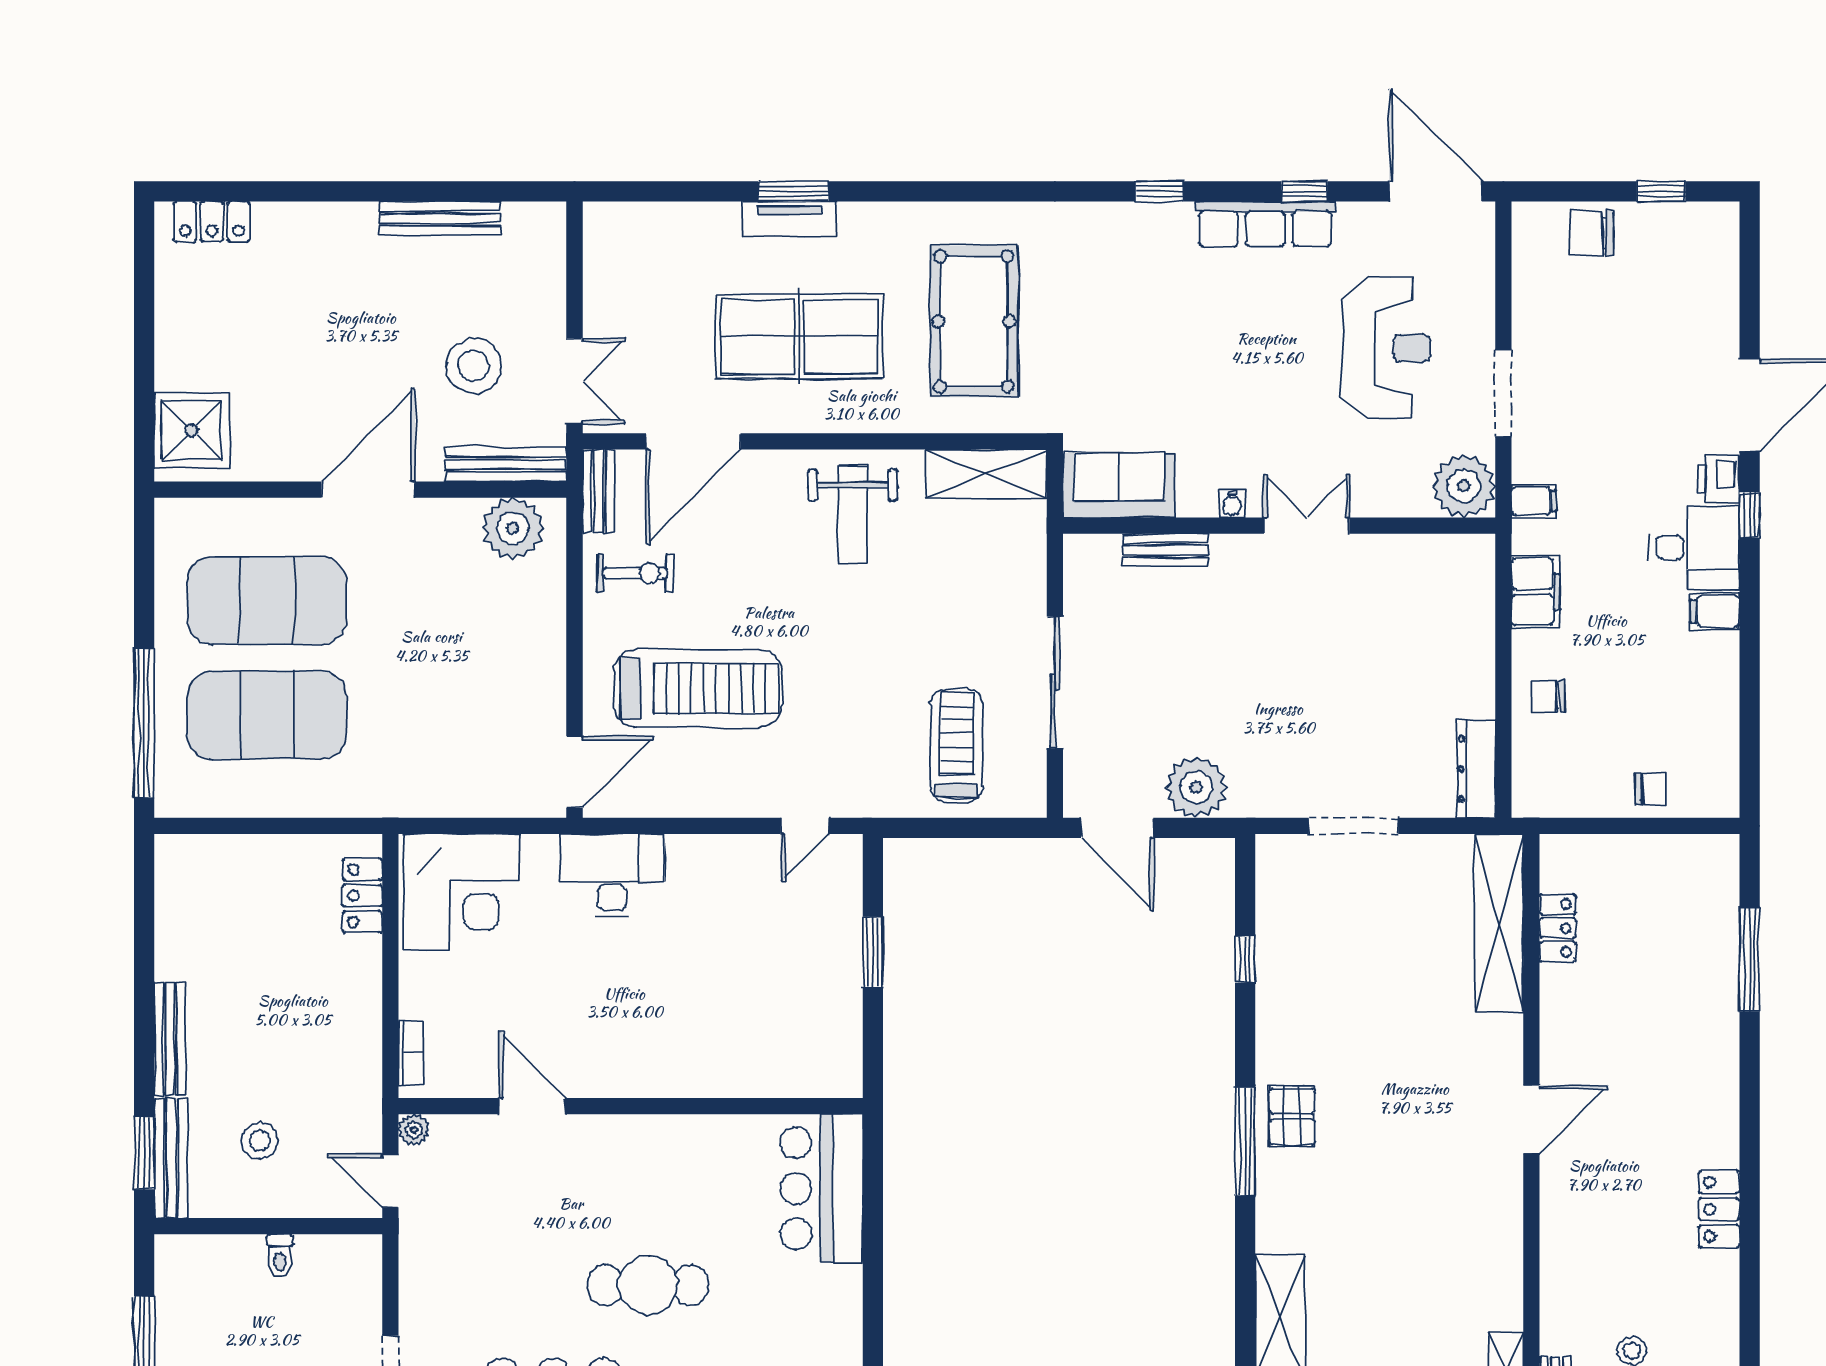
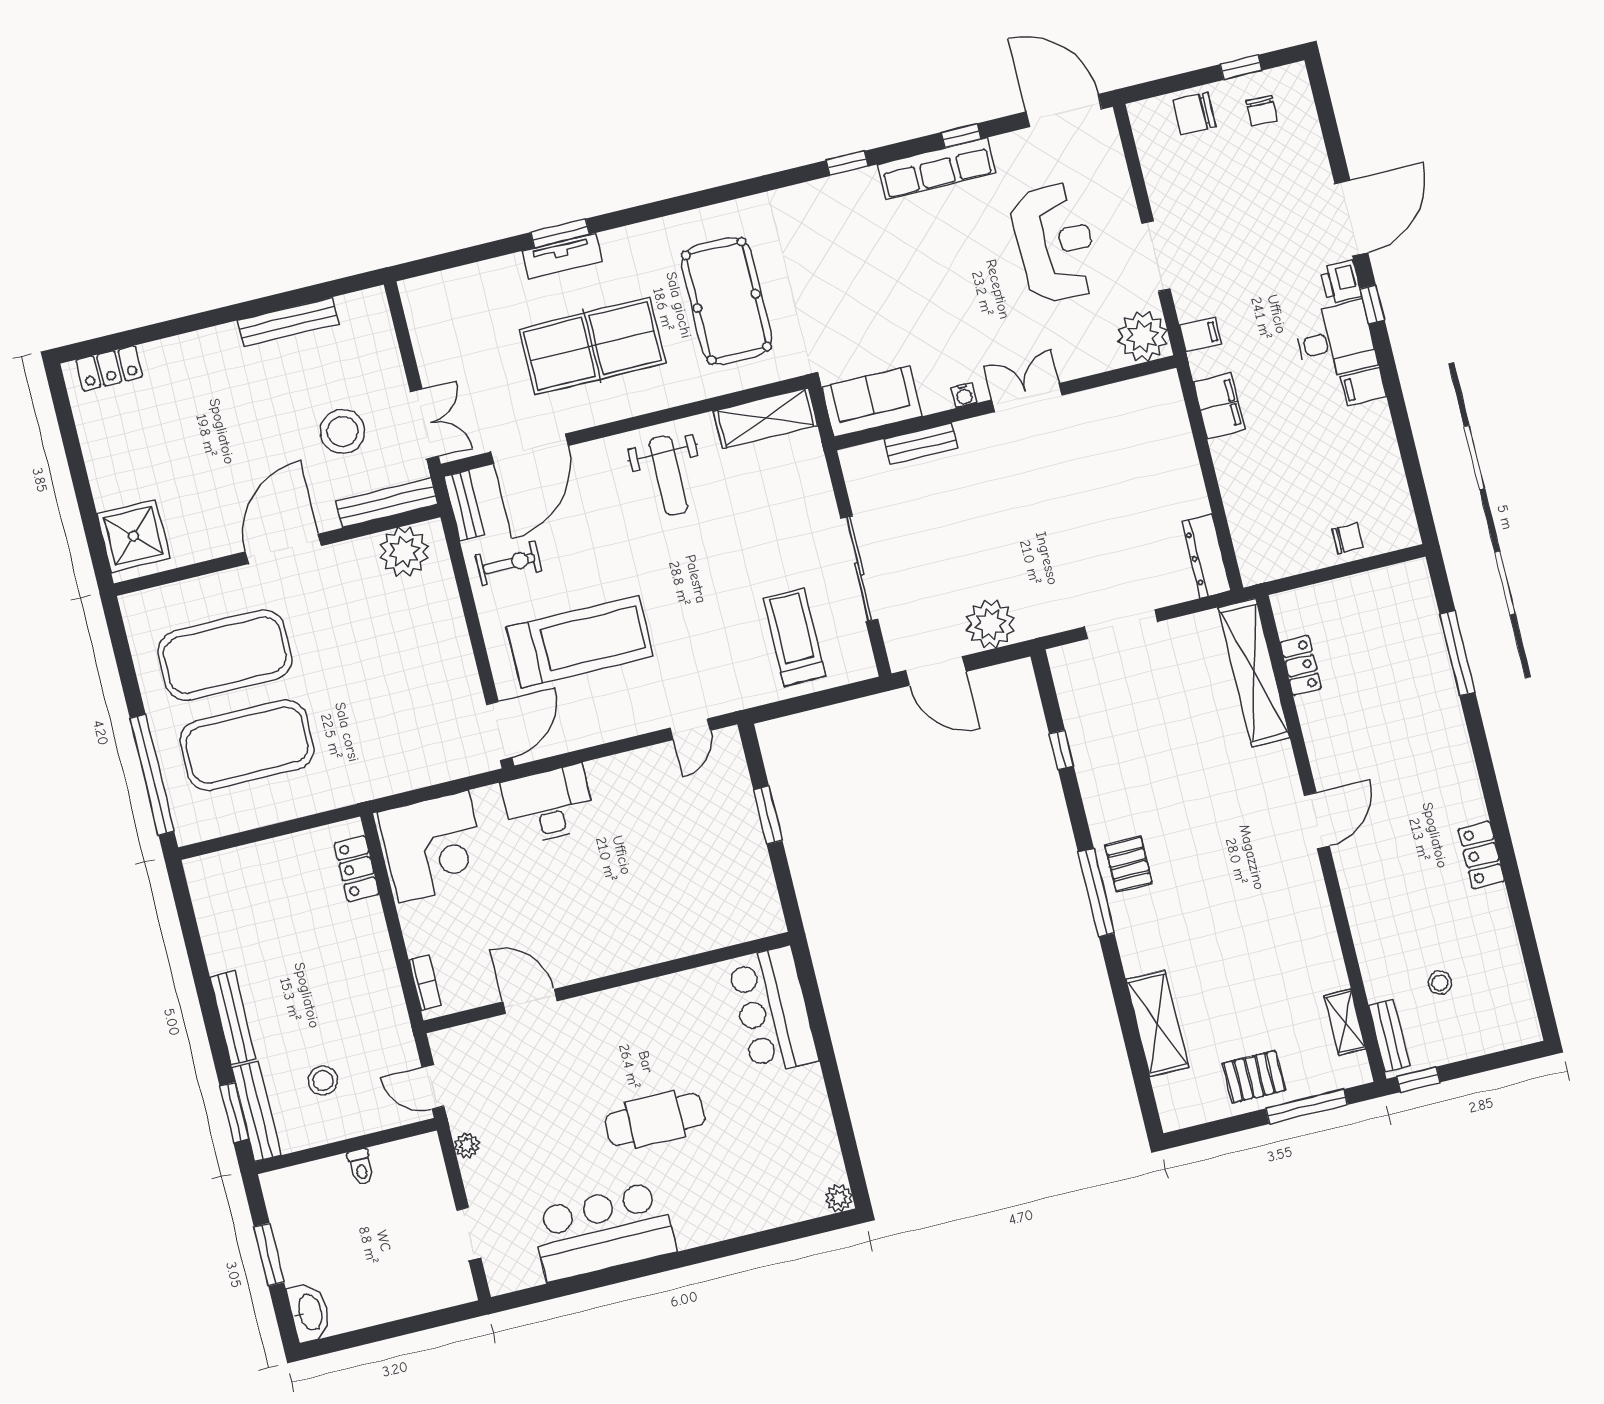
chair: (1548, 696) -> (1262, 111), moved, turned -88
plant: (414, 1130) -> (467, 1145), moved

